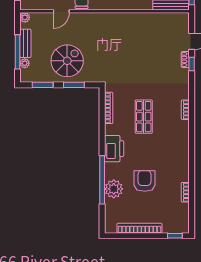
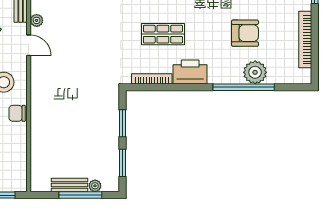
door: (61, 11) -> (29, 45), moved
plant: (25, 17) -> (37, 20), moved
spiral stairs: (67, 61) -> (92, 132), removed
printer: (114, 149) -> (190, 72), moved
armchair: (145, 181) -> (245, 33), turned 180

